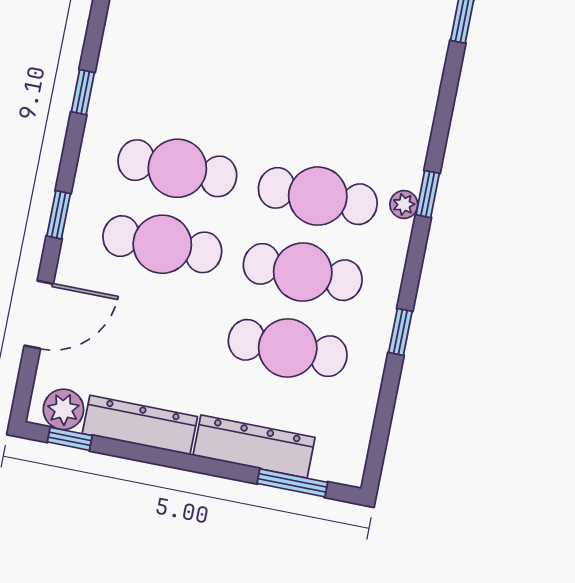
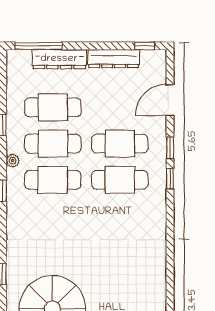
window: (83, 92) -> (170, 179), moved
plant: (404, 204) -> (13, 161), moved
plant: (63, 409) -> (150, 59), removed
window: (292, 483) -> (38, 46), width x1.44

